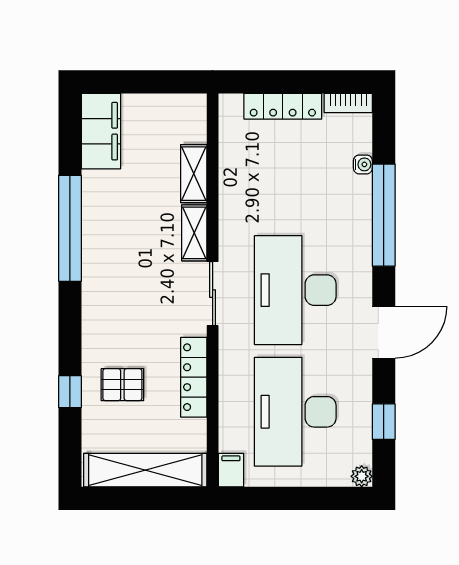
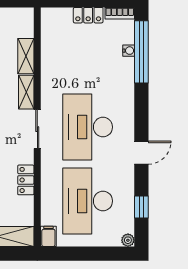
locker: (283, 106) -> (88, 15), width x0.66
window: (384, 215) -> (141, 52), moved
door: (384, 332) -> (141, 153), width x0.73
locker: (194, 377) -> (26, 180), width x0.66

